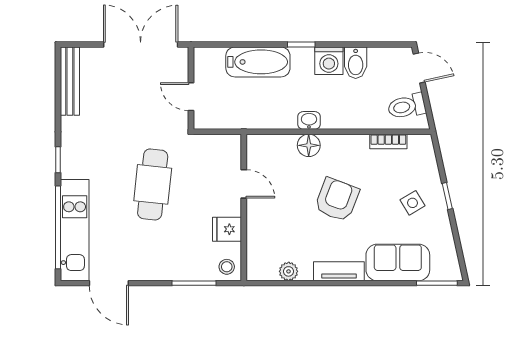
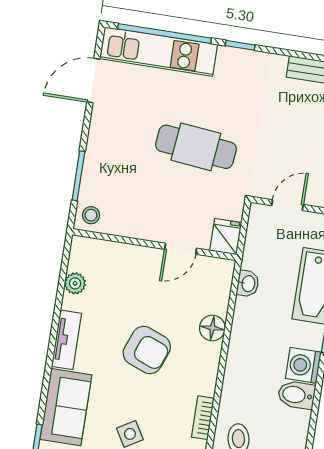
washbasin: (309, 120) -> (248, 284), moved
fridge: (227, 229) -> (226, 237), moved

